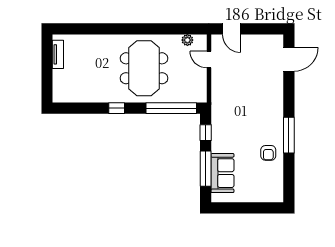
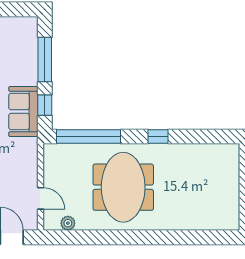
tv unit: (58, 54) -> (233, 205), removed
sofa: (222, 173) -> (23, 112), moved

